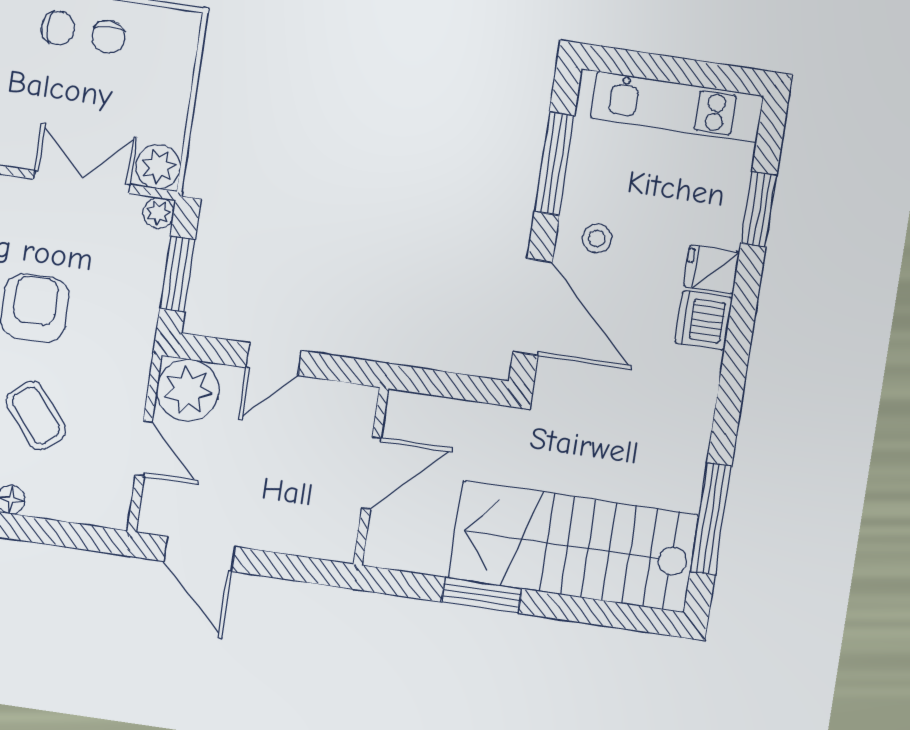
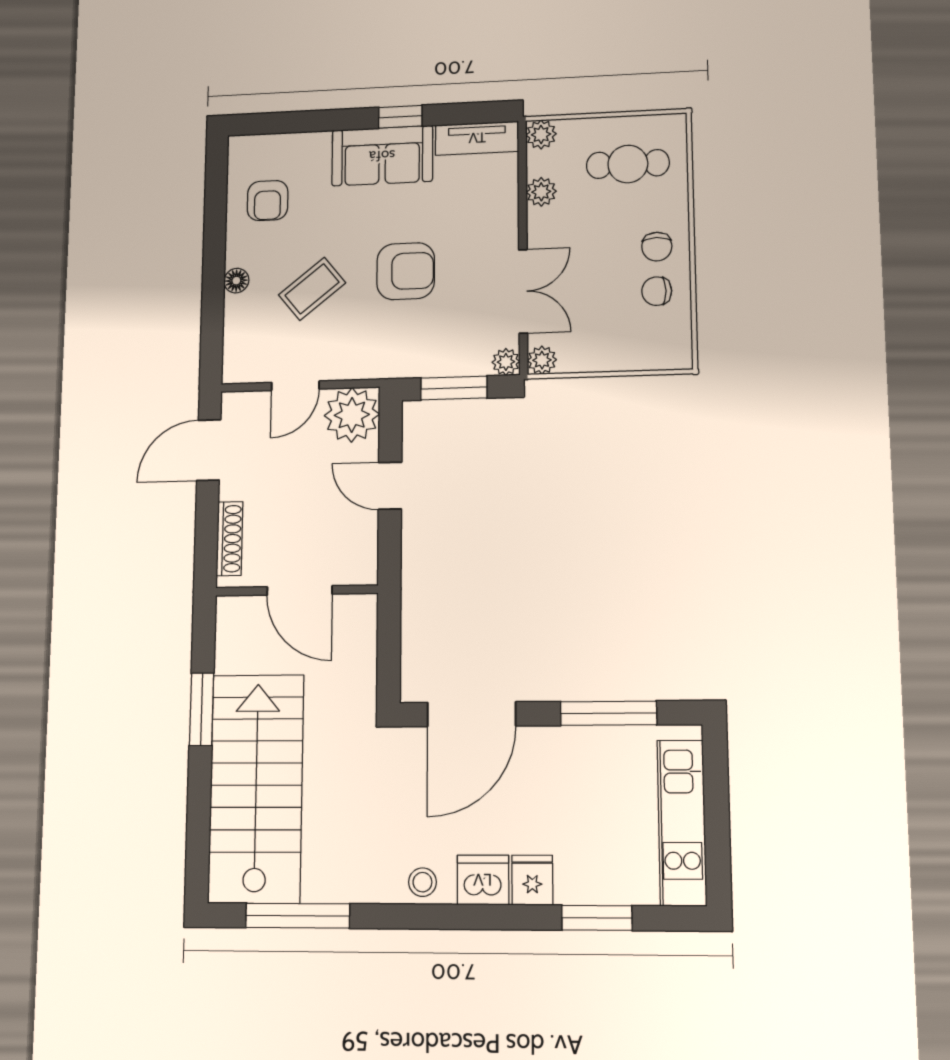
plant: (158, 167) -> (542, 360), width x0.73, depth x0.73
stool: (597, 238) -> (422, 882), moved
shoe rack: (302, 543) -> (230, 539), added

